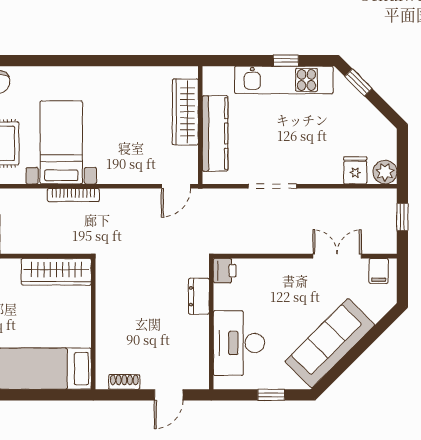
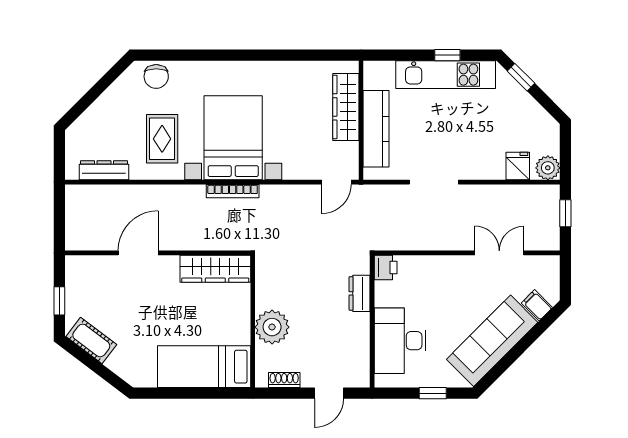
bed with nightstands: (61, 142) -> (233, 138), width x1.36
filing cabinet: (379, 271) -> (537, 305), moved, turned 135
plant: (112, 329) -> (272, 327), added

